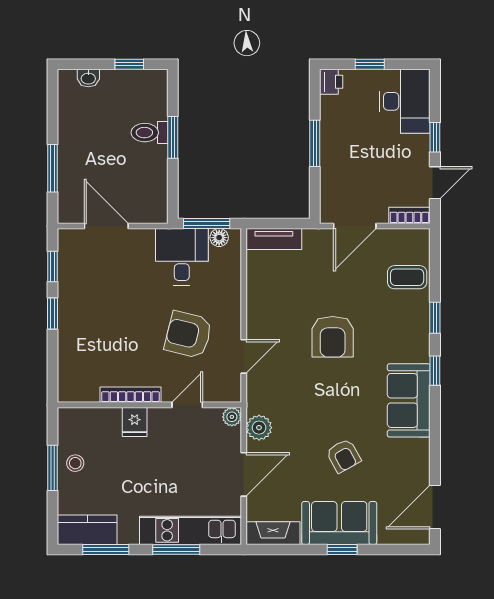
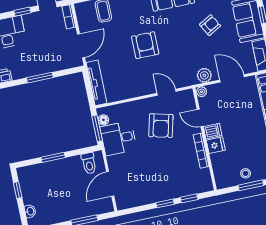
toilet: (150, 133) -> (89, 163), moved
door: (355, 226) -> (81, 46), hinge flipped
tv unit: (274, 239) -> (96, 83), width x1.41
window: (53, 266) -> (189, 198), moved
armchair: (333, 337) -> (145, 45), turned -90
dishwasher: (160, 422) -> (213, 131), added

